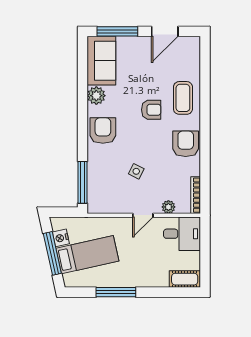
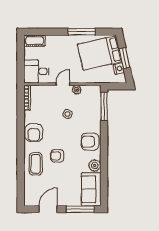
armchair: (103, 131) -> (90, 142), turned 90
plant: (168, 207) -> (77, 90), moved
window: (52, 253) -> (125, 58), width x0.69
bed: (87, 255) -> (100, 53), width x1.50

